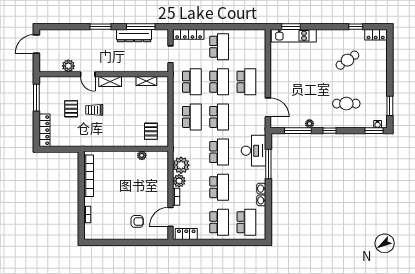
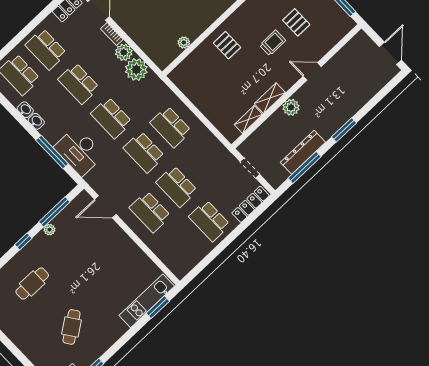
plant: (68, 66) -> (291, 107), moved
shelving: (110, 82) -> (270, 98), moved
school desk: (192, 82) -> (203, 161), removed
pallet: (151, 131) -> (227, 45), moved

